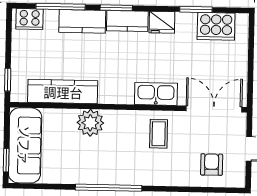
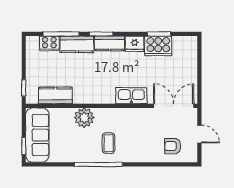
cooker: (30, 19) -> (49, 43), moved
cooker: (216, 26) -> (158, 46), moved
kitchen counter: (63, 92) -> (55, 95), width x0.67
coffee table: (159, 134) -> (109, 143), moved
armchair: (212, 165) -> (173, 146), turned -90

